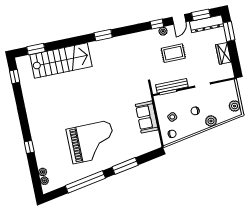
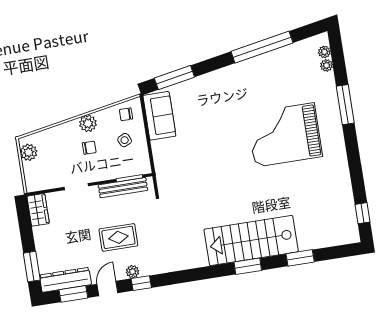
window: (103, 35) -> (248, 266), moved
window: (36, 49) -> (300, 258), moved
wardrobe: (223, 53) -> (38, 210), moved
stairs: (61, 61) -> (251, 240), moved
sofa: (147, 117) -> (159, 116), moved
plant: (211, 121) -> (88, 123), moved
grand piano: (92, 142) -> (284, 135), moved
window: (29, 147) -> (345, 105), width x2.17
window: (125, 166) -> (174, 78), moved

